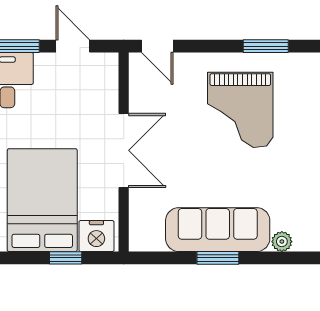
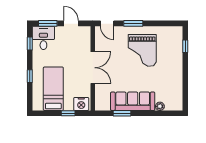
window: (266, 46) -> (133, 23), moved
bed: (42, 200) -> (53, 89), width x0.67
window: (218, 258) -> (122, 113), moved

